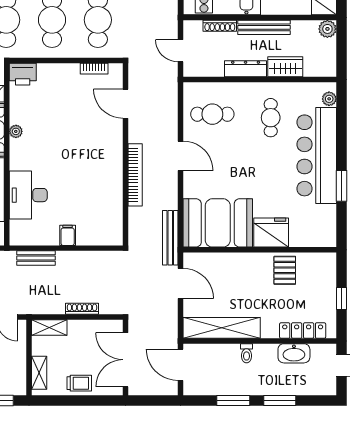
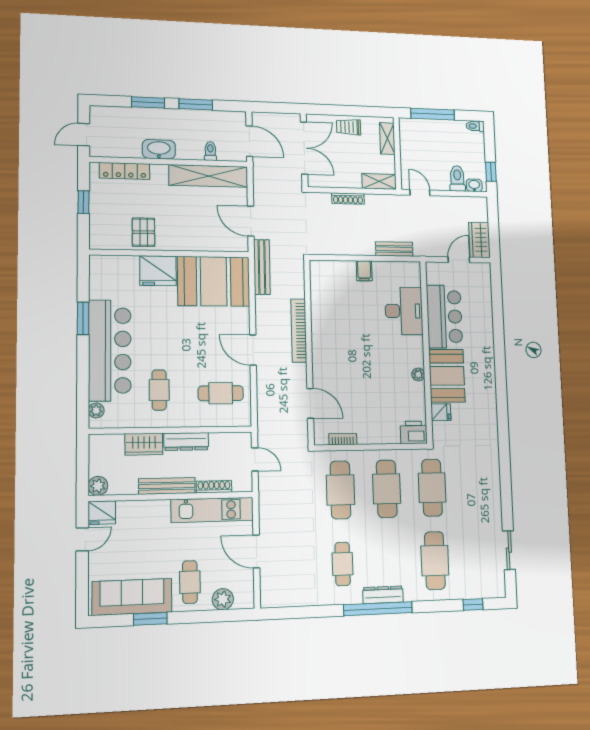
toilet: (247, 353) -> (210, 151), moved
washbasin: (294, 353) -> (159, 149), moved

